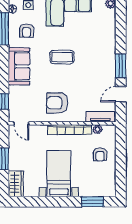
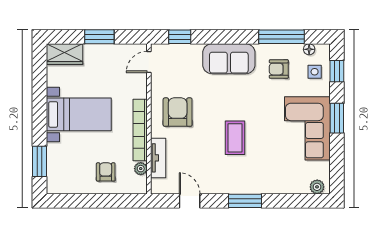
coffee table: (62, 57) -> (235, 138), moved
window: (121, 66) -> (245, 201), moved
tv unit: (100, 117) -> (158, 158), moved
armchair: (100, 154) -> (106, 172), turned 90

